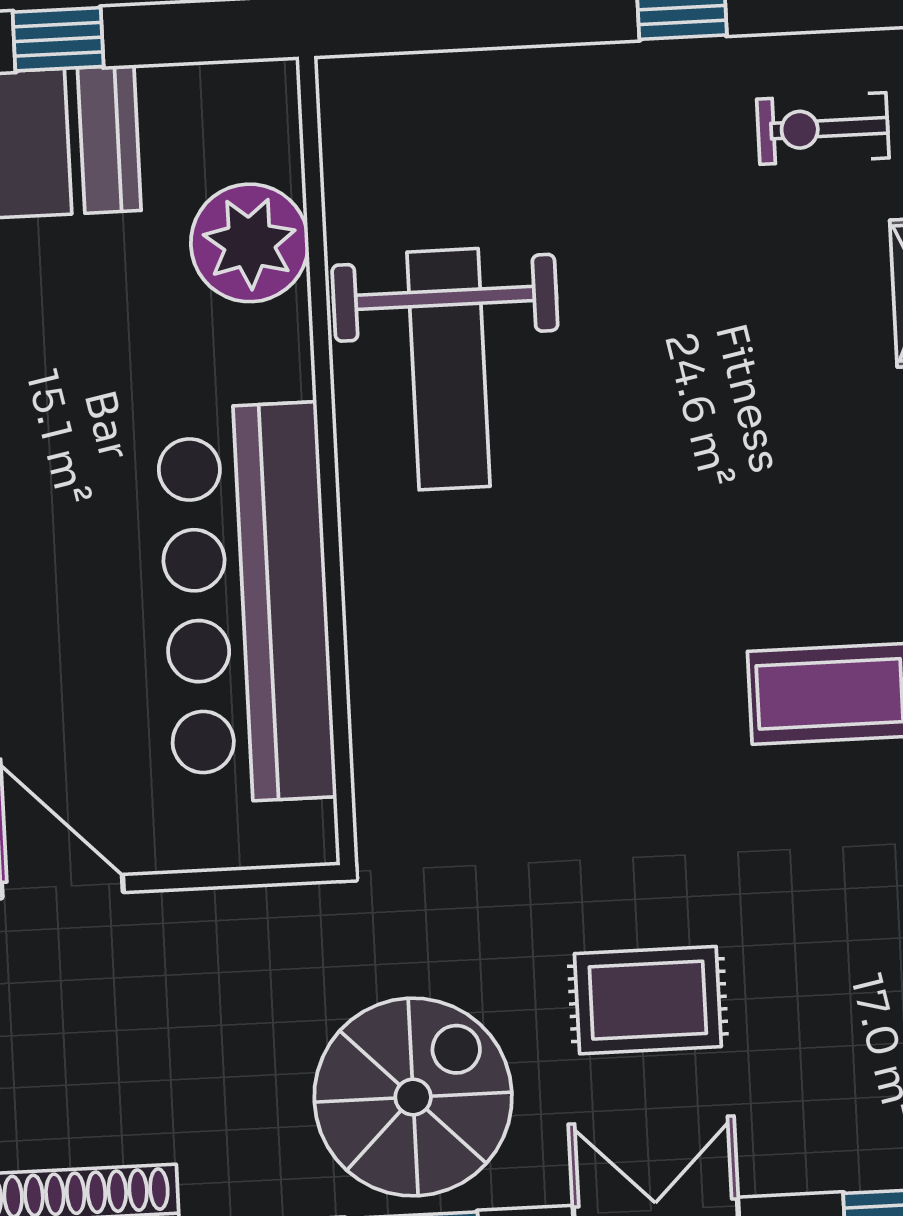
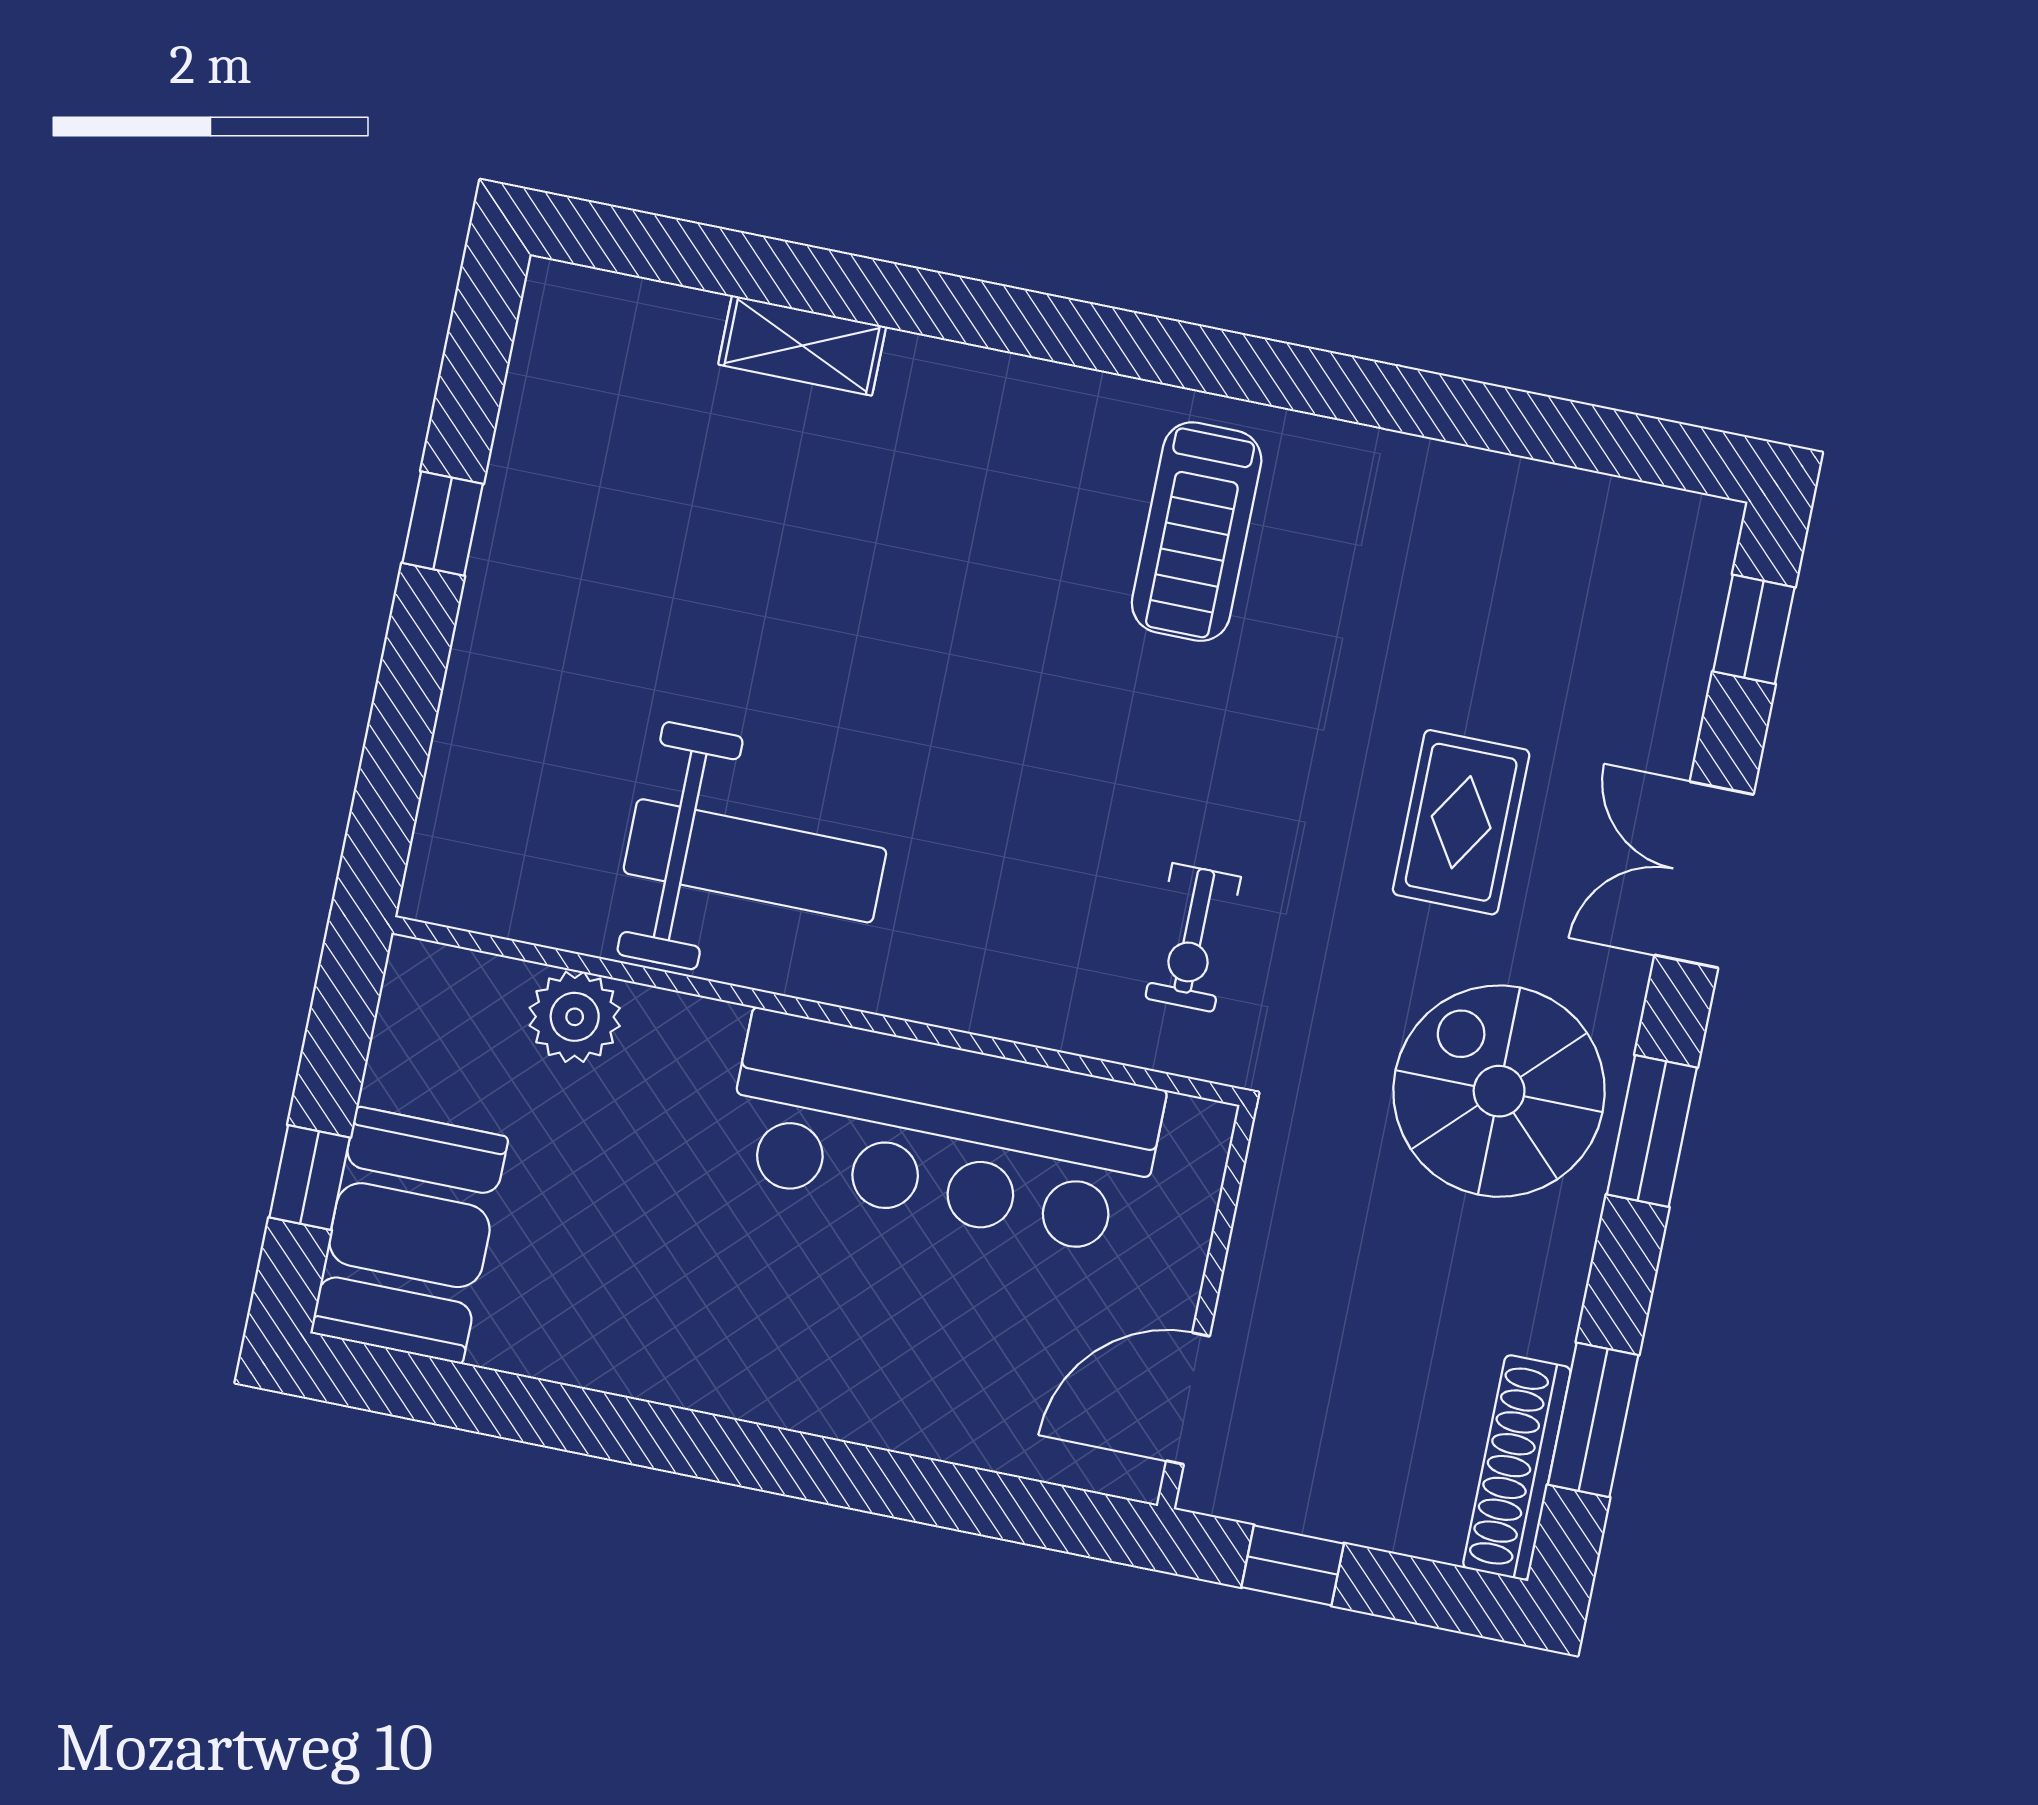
exercise bike: (823, 129) -> (1193, 938), moved
plant: (250, 243) -> (575, 1017), width x0.73, depth x0.73

